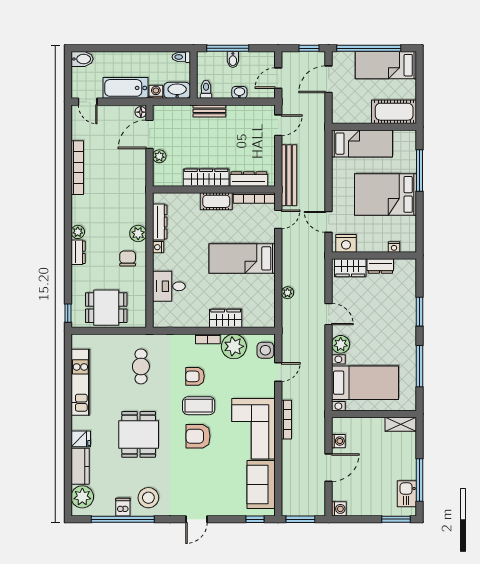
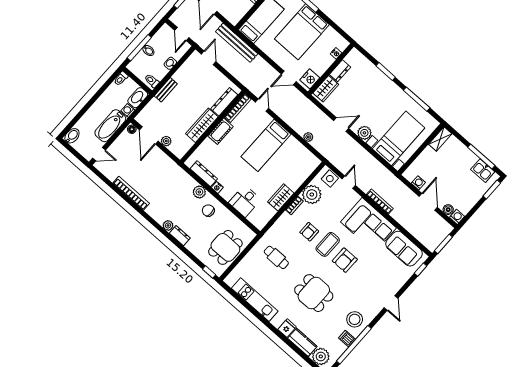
bench: (289, 175) -> (237, 43), moved
wardrobe: (226, 318) -> (281, 197), moved
boiler: (338, 494) -> (448, 210), added

